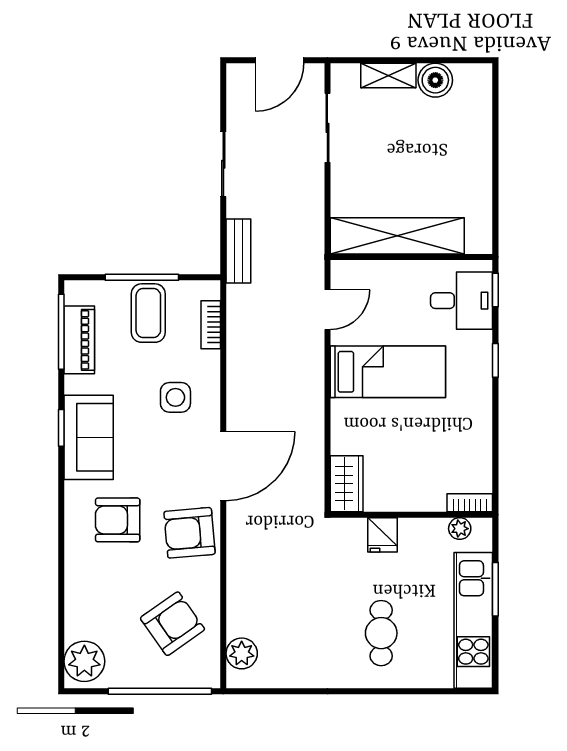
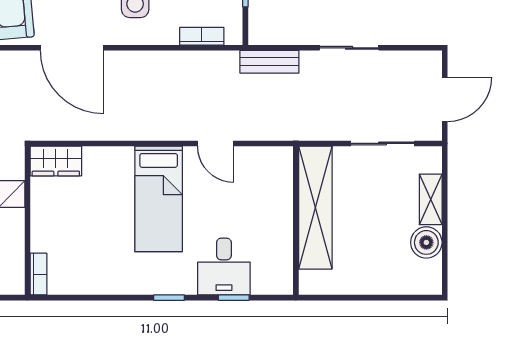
door: (280, 60) -> (445, 99), swing flipped
shelving: (397, 236) -> (315, 208), moved
wall: (411, 257) -> (296, 221), moved
plant: (460, 529) -> (15, 265), removed

